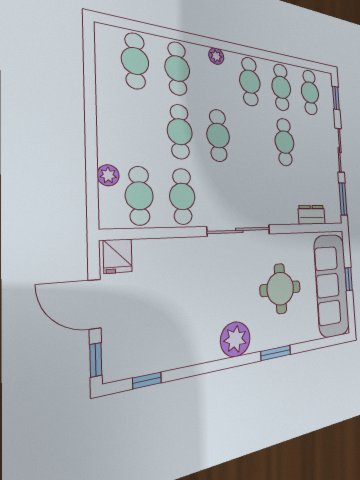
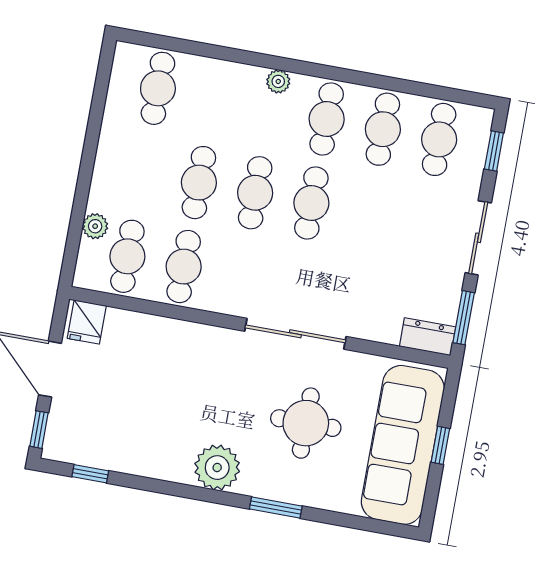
cafe table: (177, 69) -> (214, 99), removed
cafe table: (285, 142) -> (311, 203), moved
dresser: (312, 215) -> (428, 337), moved
sliding door: (239, 230) -> (295, 334), moved

